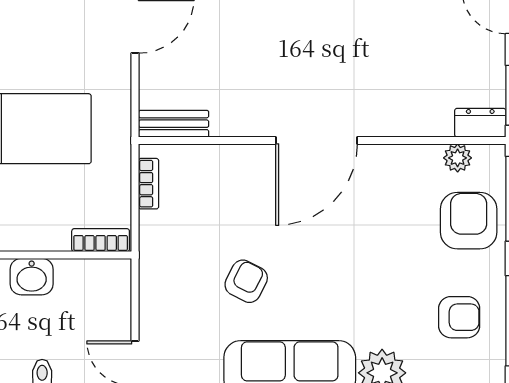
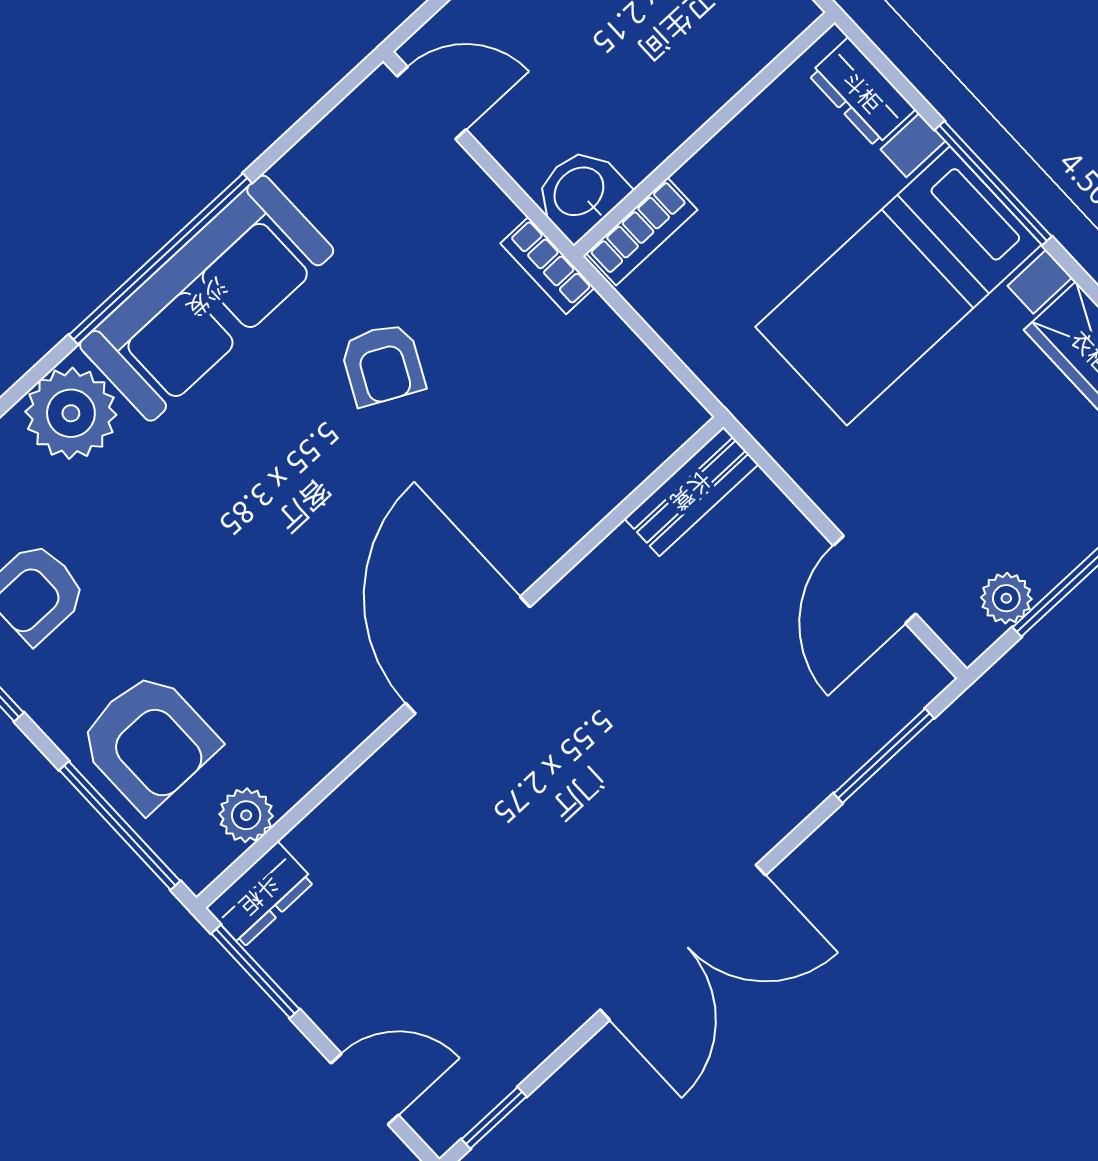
bookcase: (149, 184) -> (547, 266), moved
washbasin: (32, 277) -> (580, 193), moved

